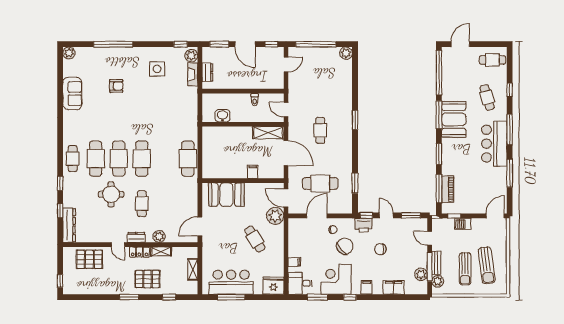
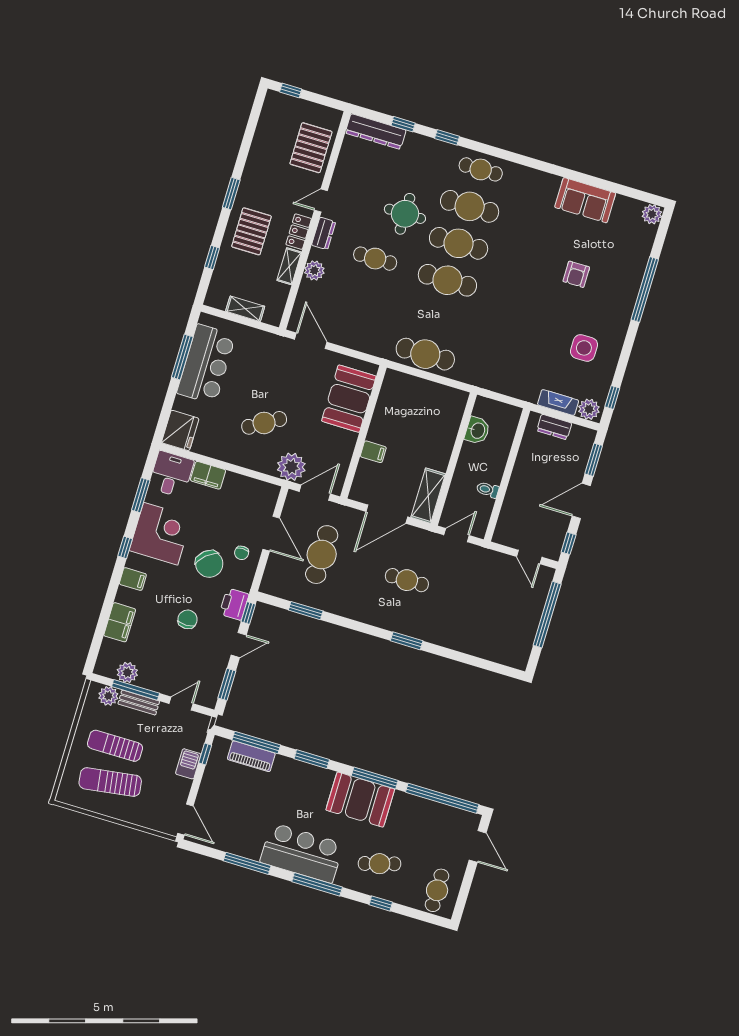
plant: (346, 53) -> (518, 659), removed
filing cabinet: (294, 262) -> (208, 475), width x2.00

